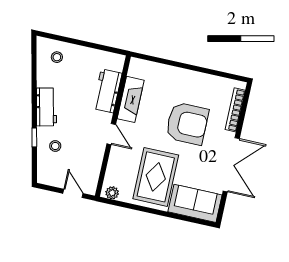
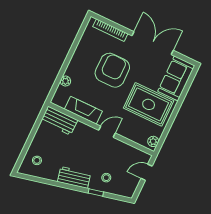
plant: (161, 70) -> (65, 81), added
workbench: (107, 91) -> (59, 121), moved

